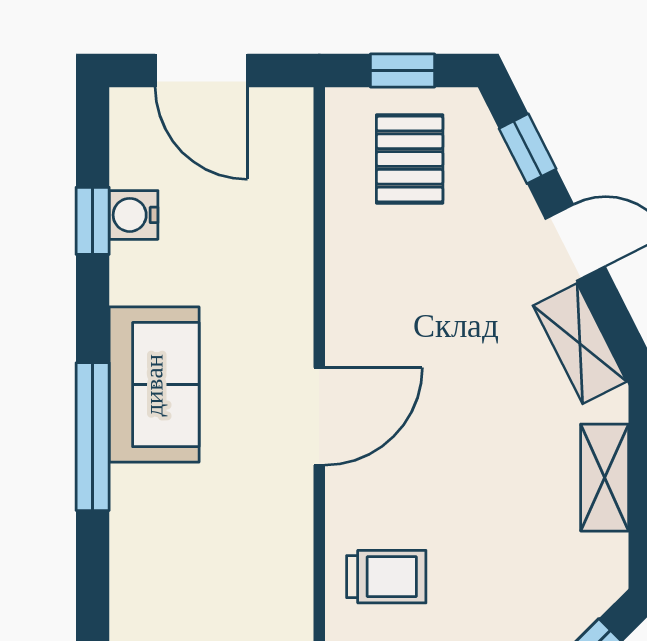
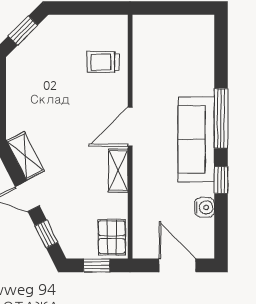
pallet: (410, 159) -> (112, 237), moved
window: (93, 221) -> (221, 180), moved
sofa: (154, 385) -> (196, 139), width x1.36
shelving: (605, 478) -> (118, 171), moved

